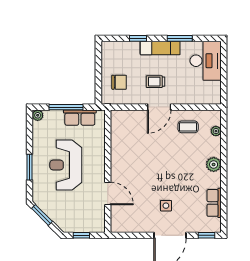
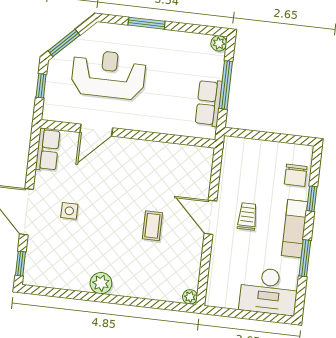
chair: (119, 82) -> (296, 175), moved
coffee table: (188, 127) -> (152, 226), moved
plant: (216, 131) -> (190, 297), moved
plant: (214, 164) -> (101, 283), moved
reception desk: (66, 165) -> (109, 74), moved
row of seats: (214, 203) -> (48, 150), moved, turned 90
window: (42, 215) -> (64, 43), moved

